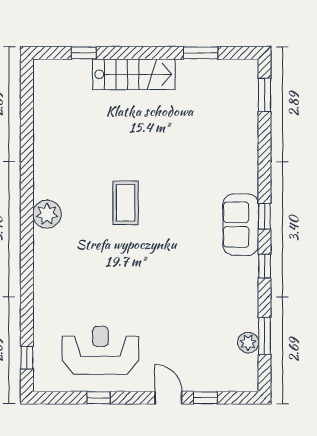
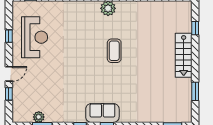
coffee table: (126, 203) -> (114, 51), turned 90

